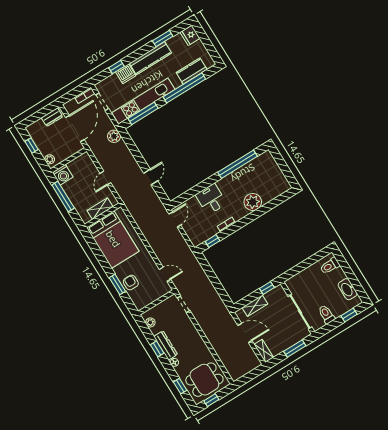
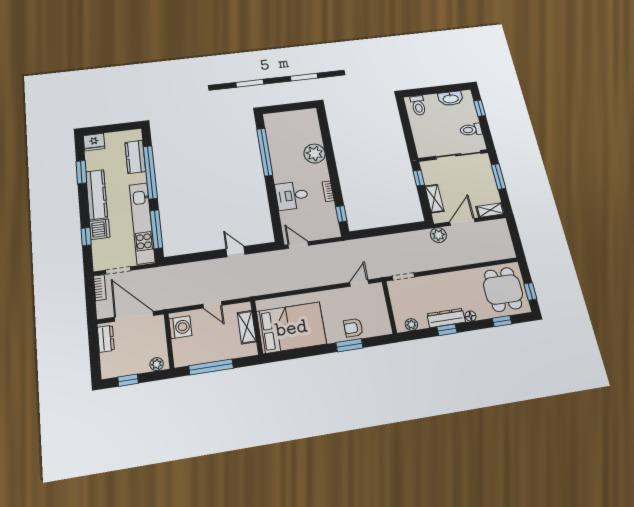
plant: (114, 136) -> (438, 235), moved
washing machine: (63, 175) -> (180, 327), moved

